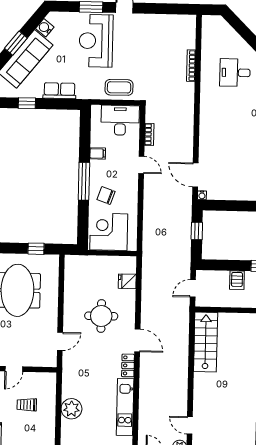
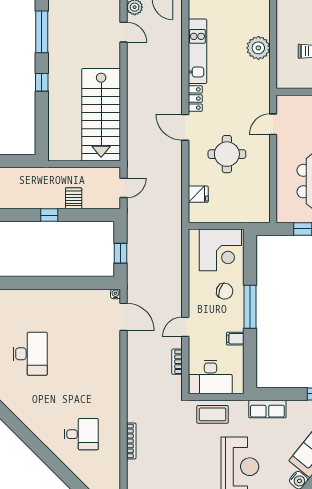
row of seats: (59, 91) -> (267, 409), moved
door: (141, 165) -> (185, 327), hinge flipped
stairs: (206, 342) -> (101, 115), width x1.36, depth x1.51

